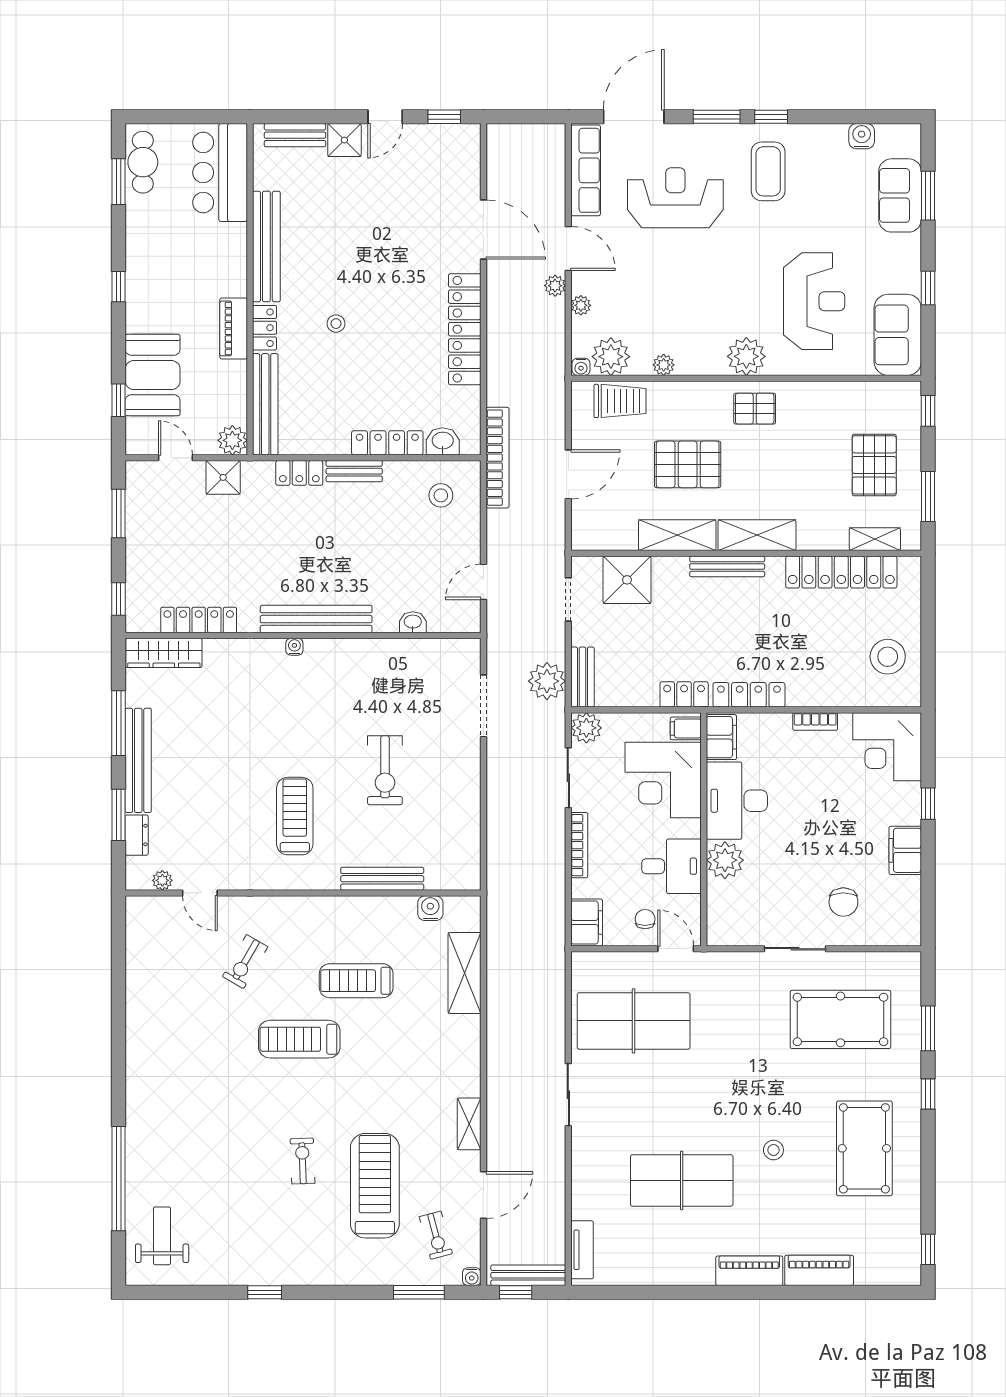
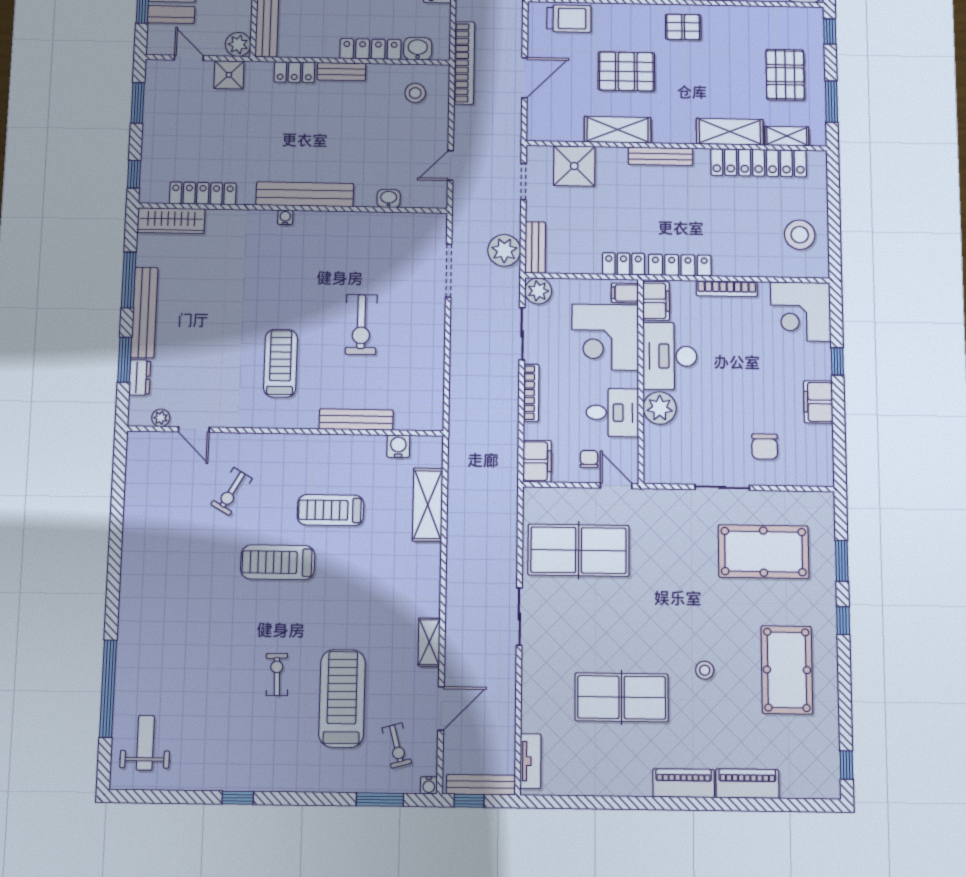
shelving: (757, 535) -> (730, 132), moved
bookcase: (815, 721) -> (727, 289), width x1.56

